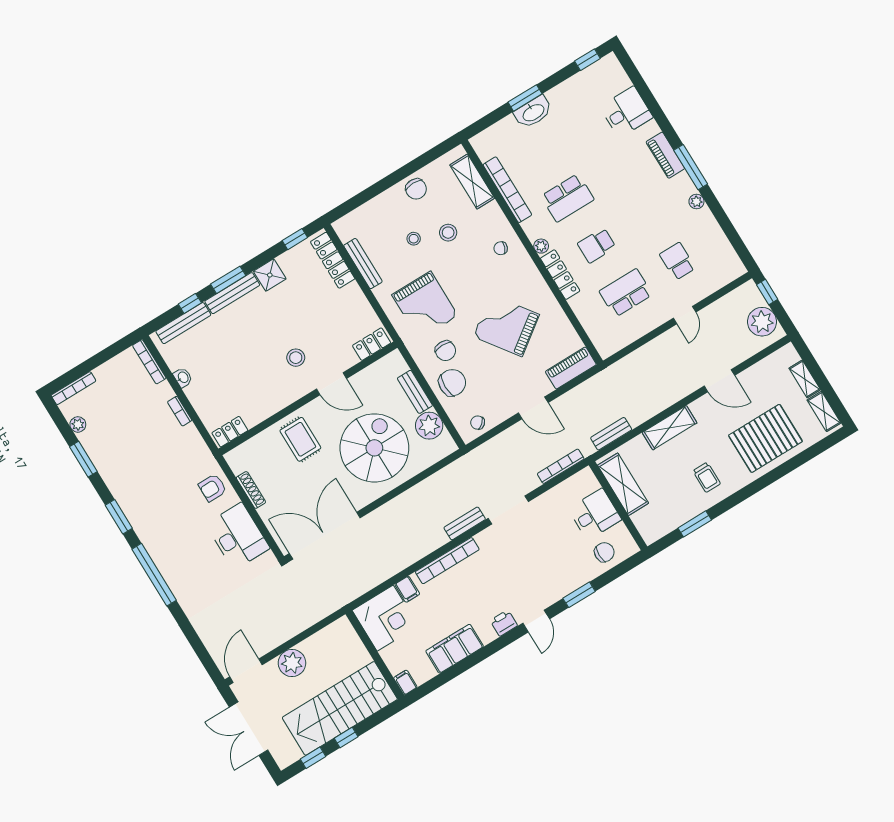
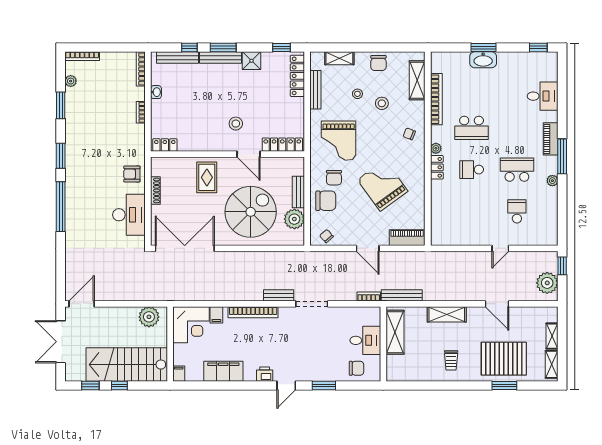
shelving: (368, 211) -> (339, 58), added
locker: (560, 275) -> (437, 167), width x0.66
school desk: (626, 293) -> (517, 170), moved
locker: (372, 344) -> (282, 145), width x1.53
bench: (611, 434) -> (402, 295), width x1.36
bookcase: (561, 466) -> (369, 296), width x0.64
window: (695, 524) -> (504, 386), moved
plant: (292, 663) -> (149, 317), moved

